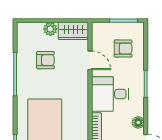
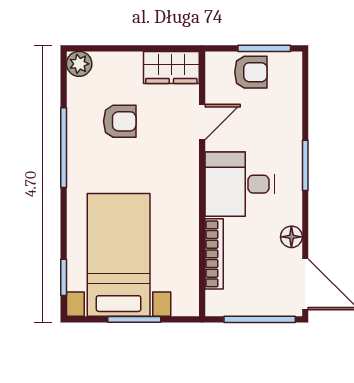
plant: (50, 29) -> (79, 64), moved
armchair: (123, 49) -> (251, 72), moved
door: (90, 60) -> (202, 122), hinge flipped

